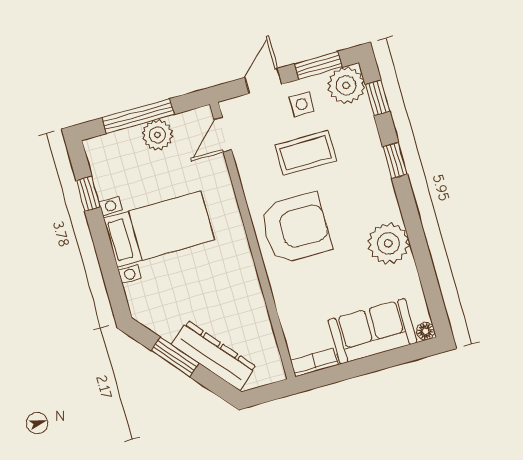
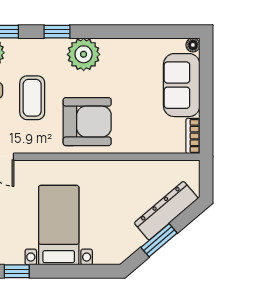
armchair: (295, 228) -> (87, 122), turned 90
plant: (388, 243) -> (84, 54), moved

